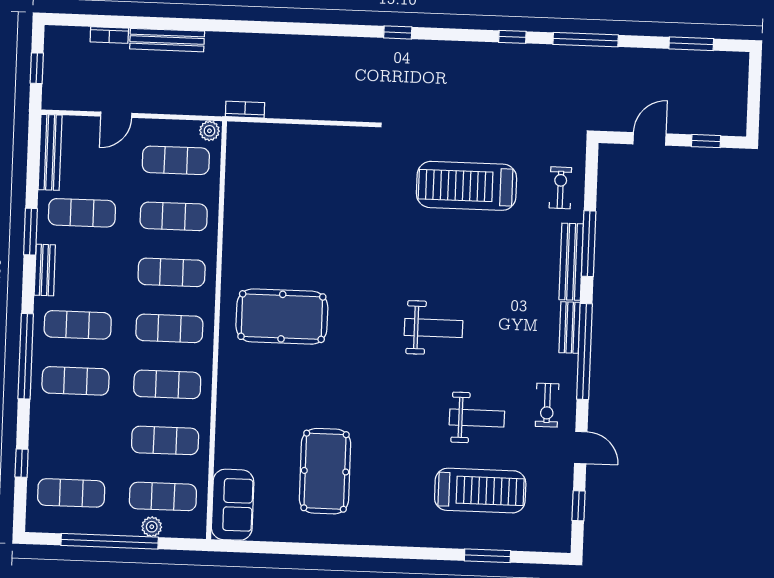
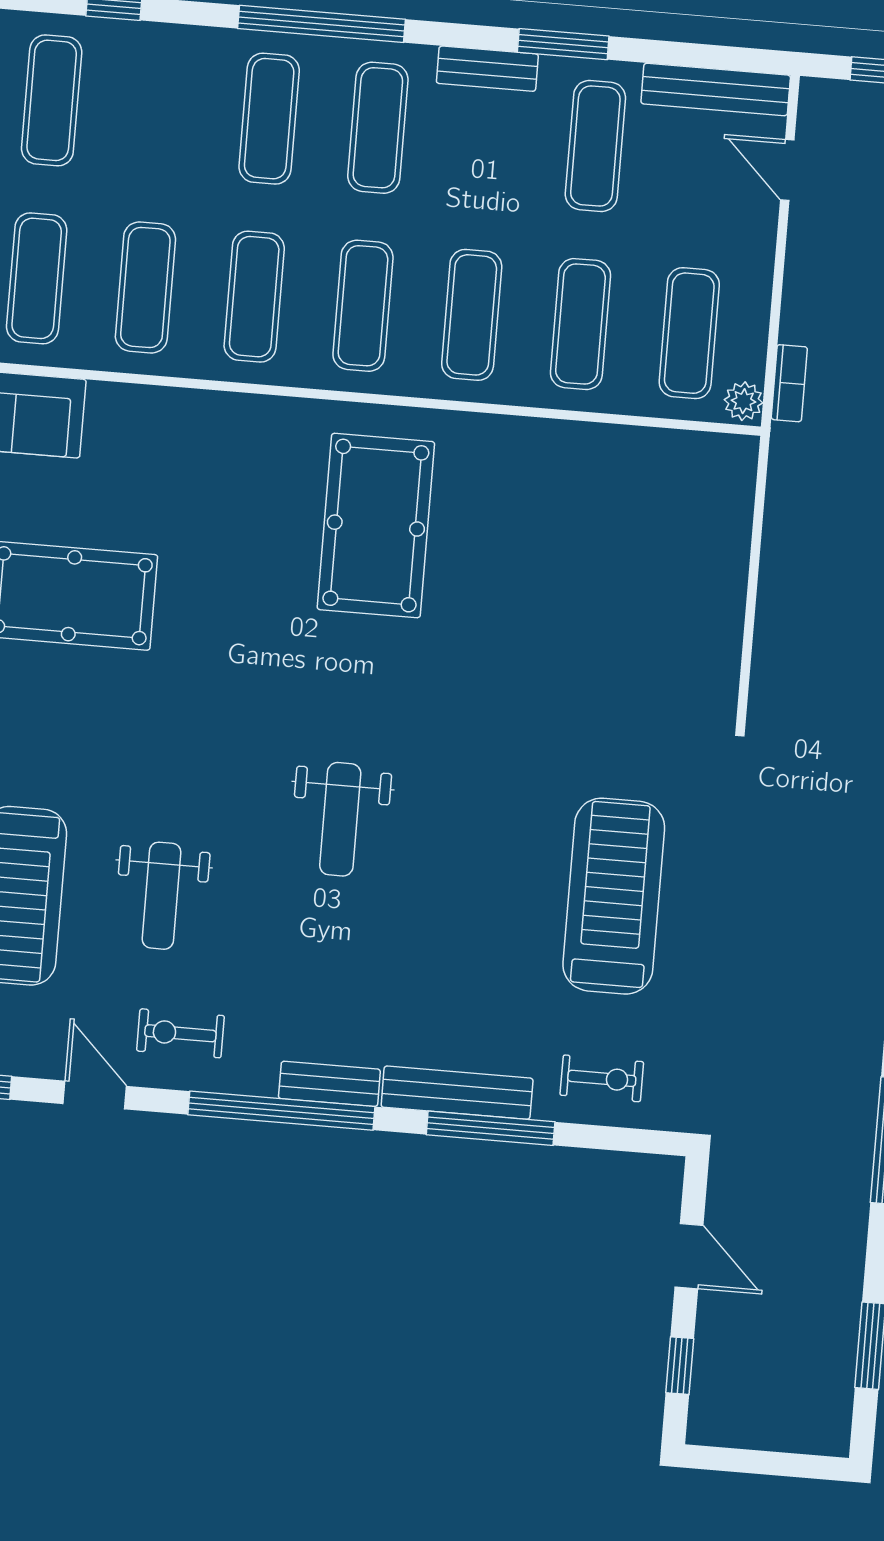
bookcase: (245, 110) -> (789, 383), moved
door: (116, 115) -> (787, 170), moved
door: (581, 448) -> (95, 1095), swing flipped

